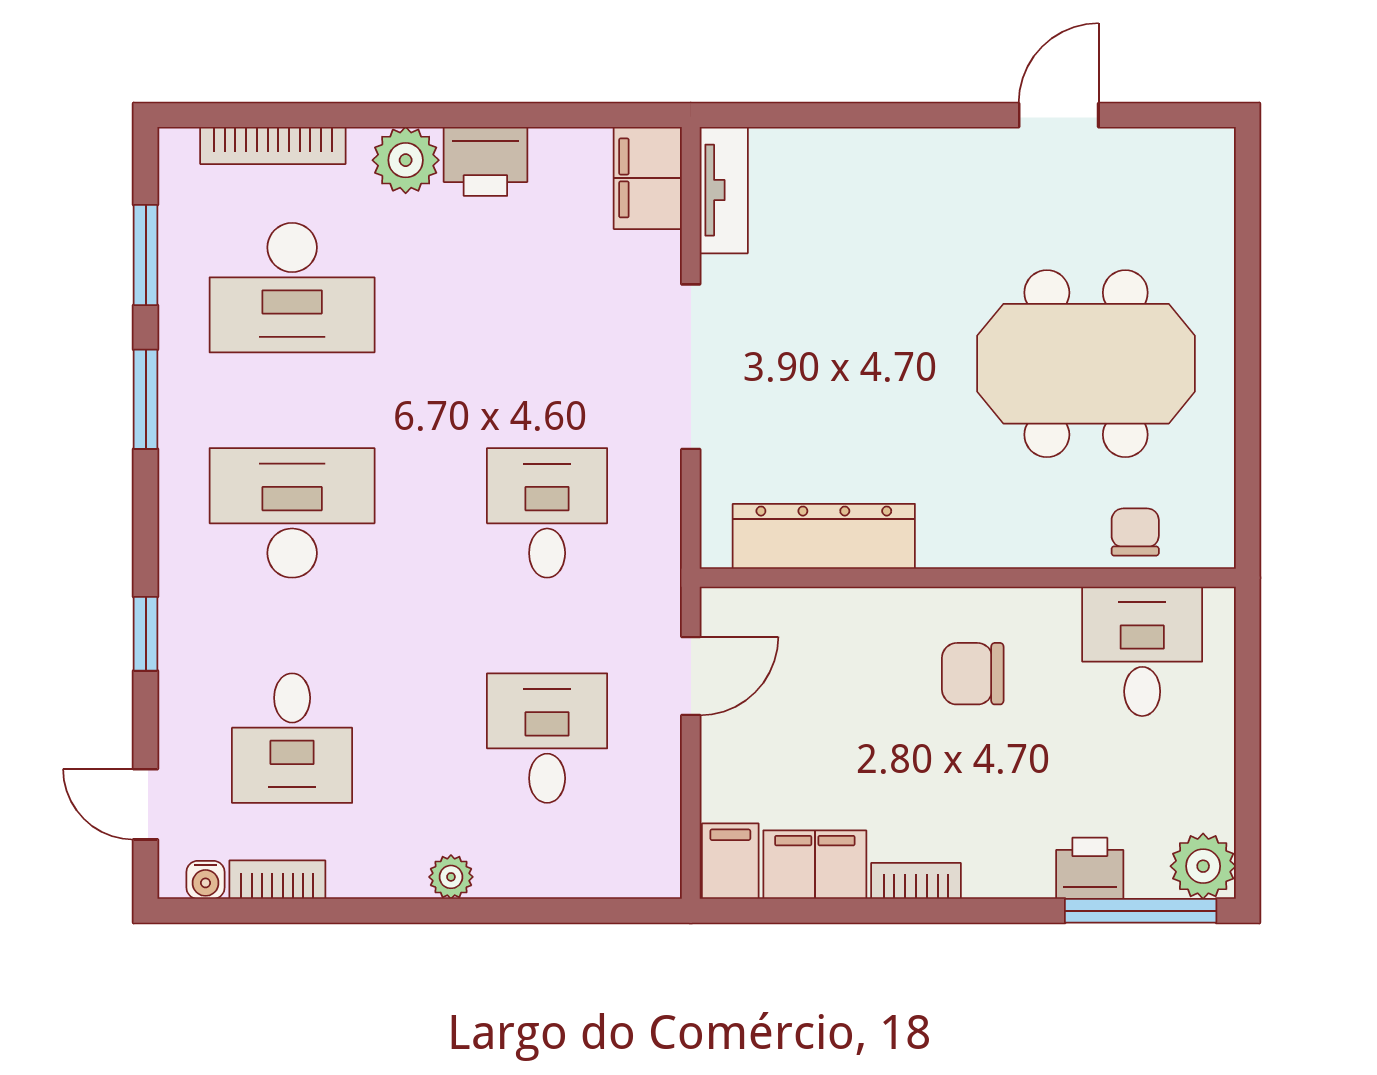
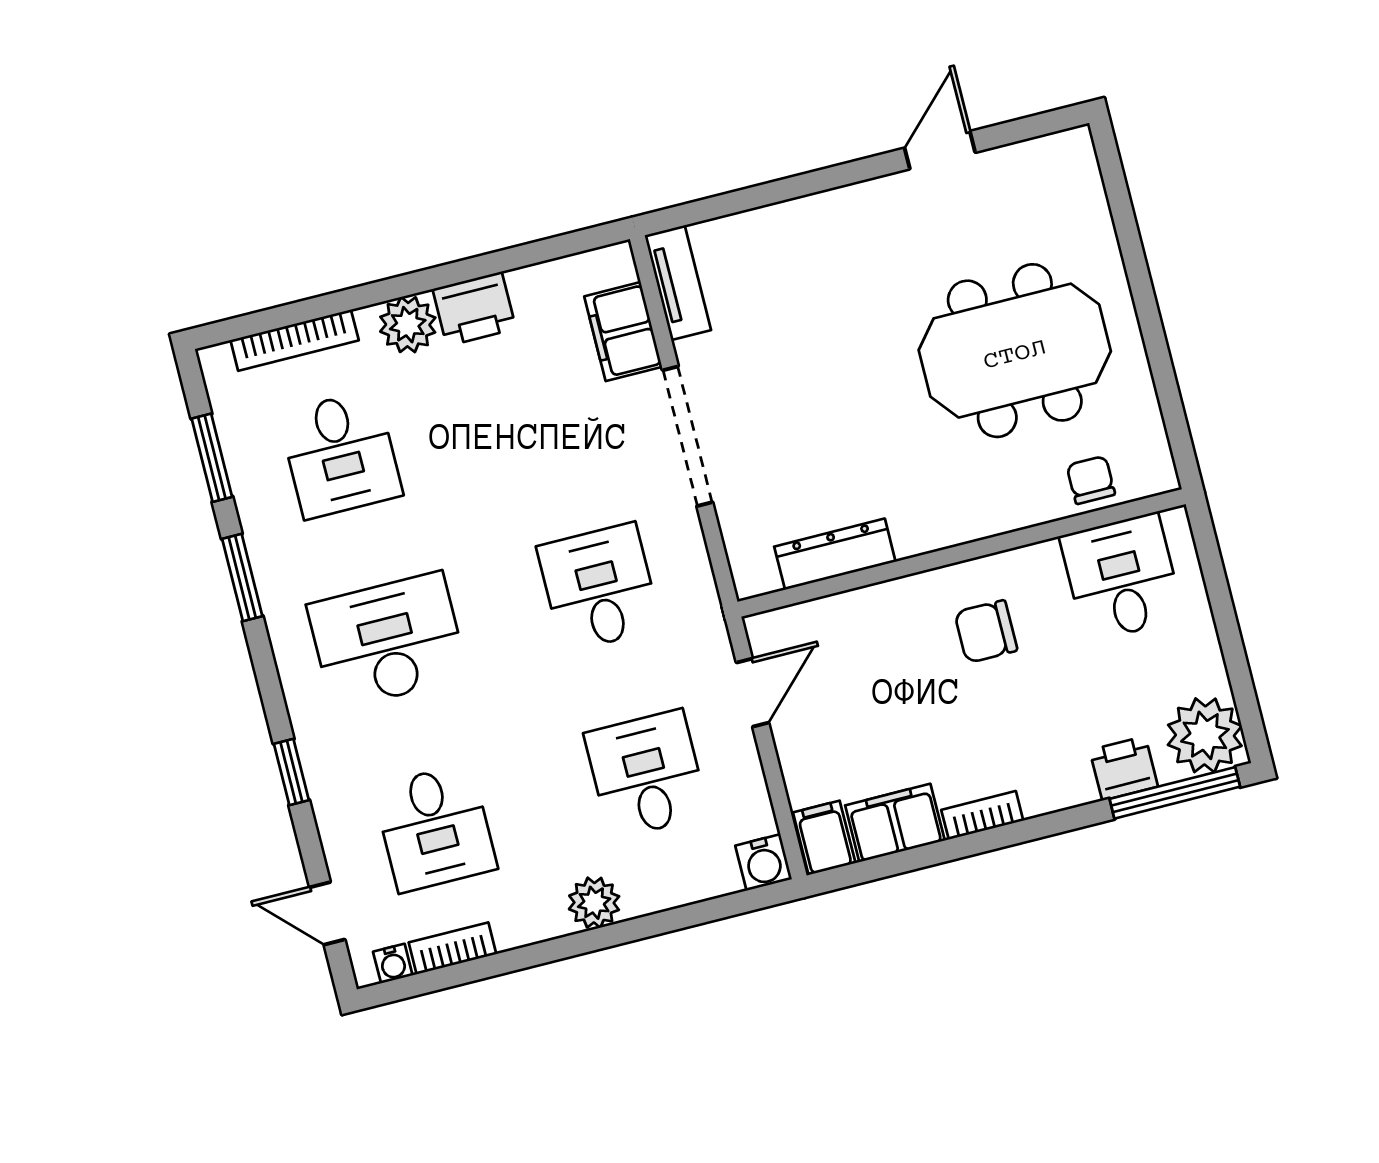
filing cabinet: (648, 178) -> (623, 332), moved
desk: (292, 288) -> (340, 454), width x0.73
dresser: (824, 536) -> (835, 554), width x0.73, depth x0.80
plant: (1203, 866) -> (1205, 735), width x1.36, depth x1.36
water cooler: (655, 872) -> (764, 862), added
plant: (451, 877) -> (594, 903), width x1.38, depth x1.38

